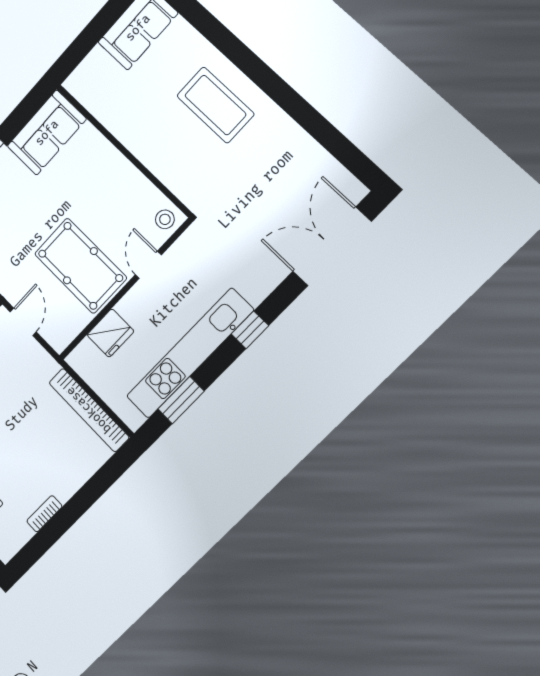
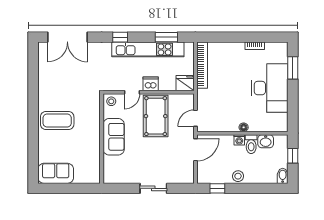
coffee table: (215, 105) -> (57, 121), turned 90
sofa: (47, 133) -> (114, 137), moved, turned 90
dishwasher: (134, 306) -> (151, 84), added
fridge: (110, 333) -> (185, 83), moved

